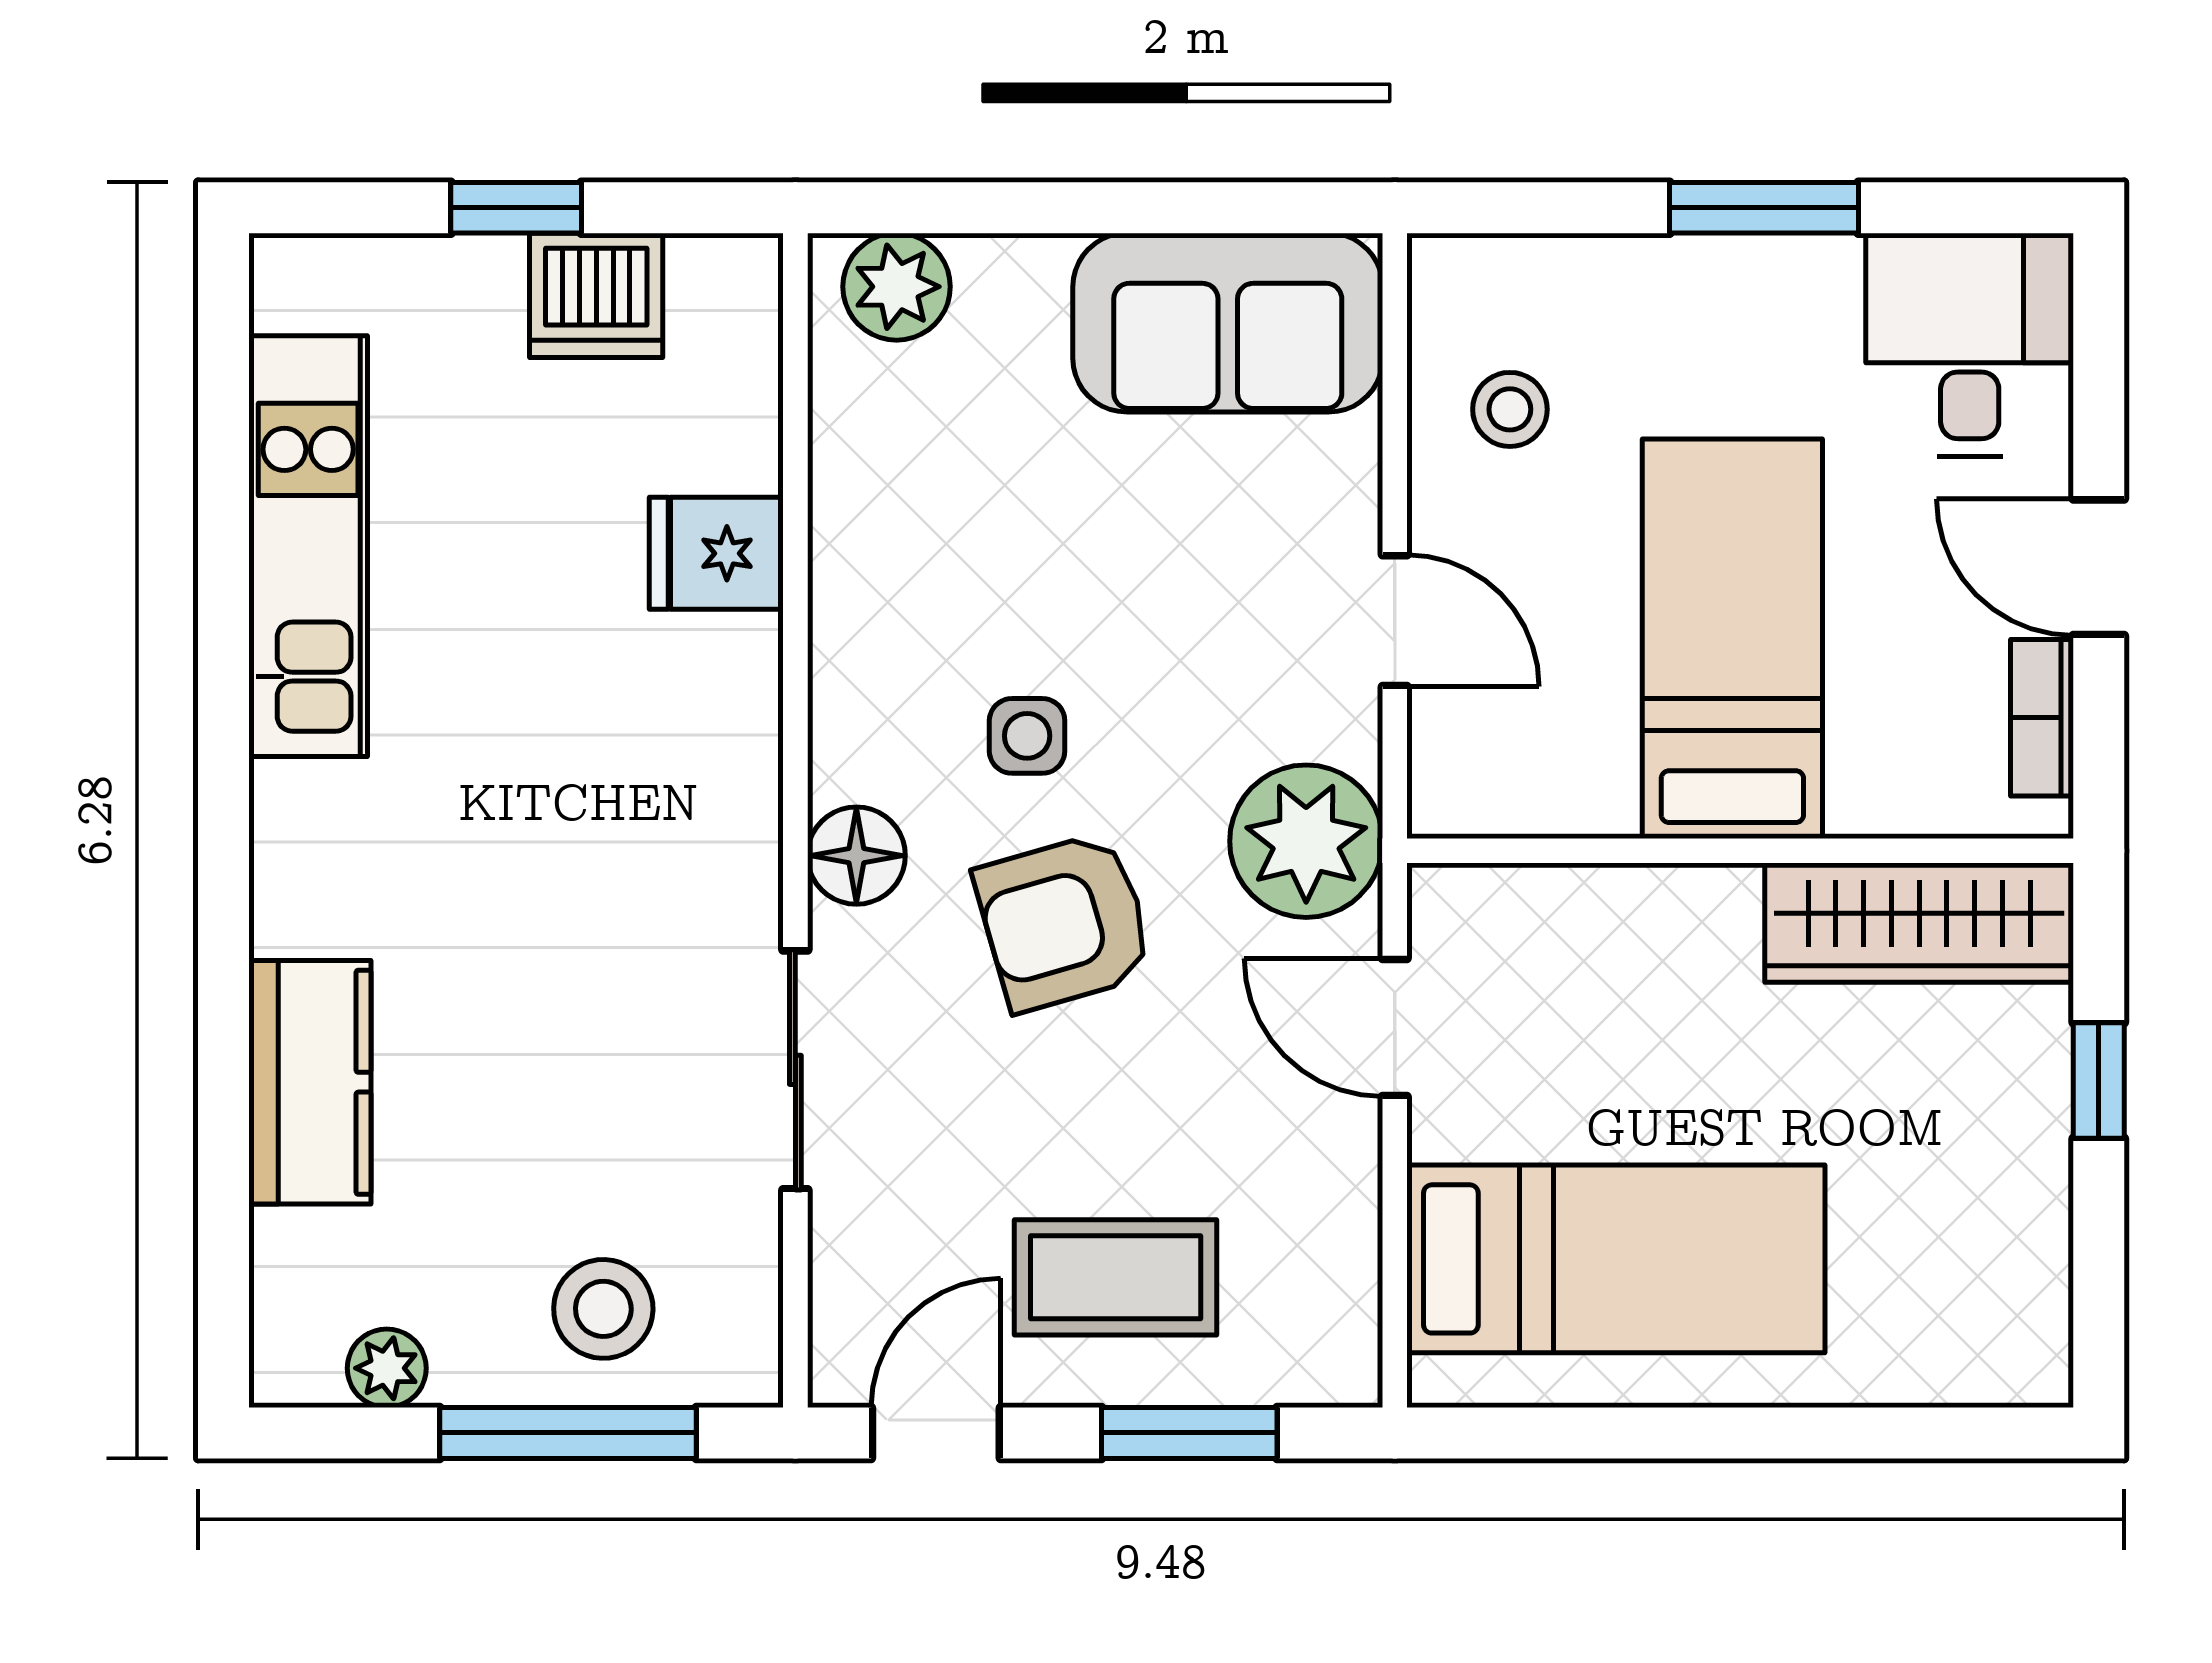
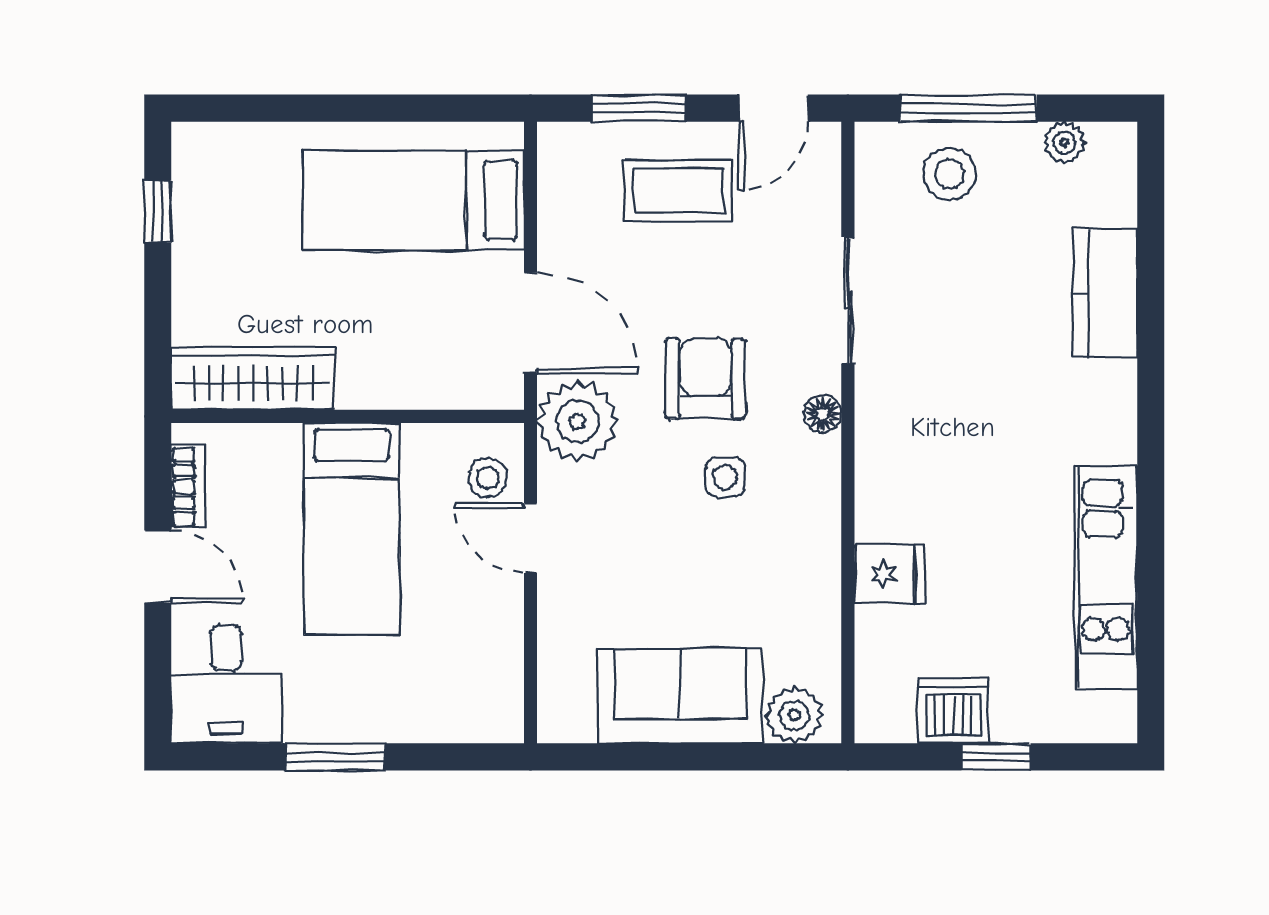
sofa: (1228, 323) -> (680, 696), moved
stool: (1510, 409) -> (488, 478), moved
floor lamp: (856, 856) -> (823, 414), width x0.73, depth x0.73
armchair: (1064, 922) -> (706, 379), turned -74
door: (1395, 1028) -> (531, 323), width x1.38
window: (2099, 1081) -> (158, 212), moved

